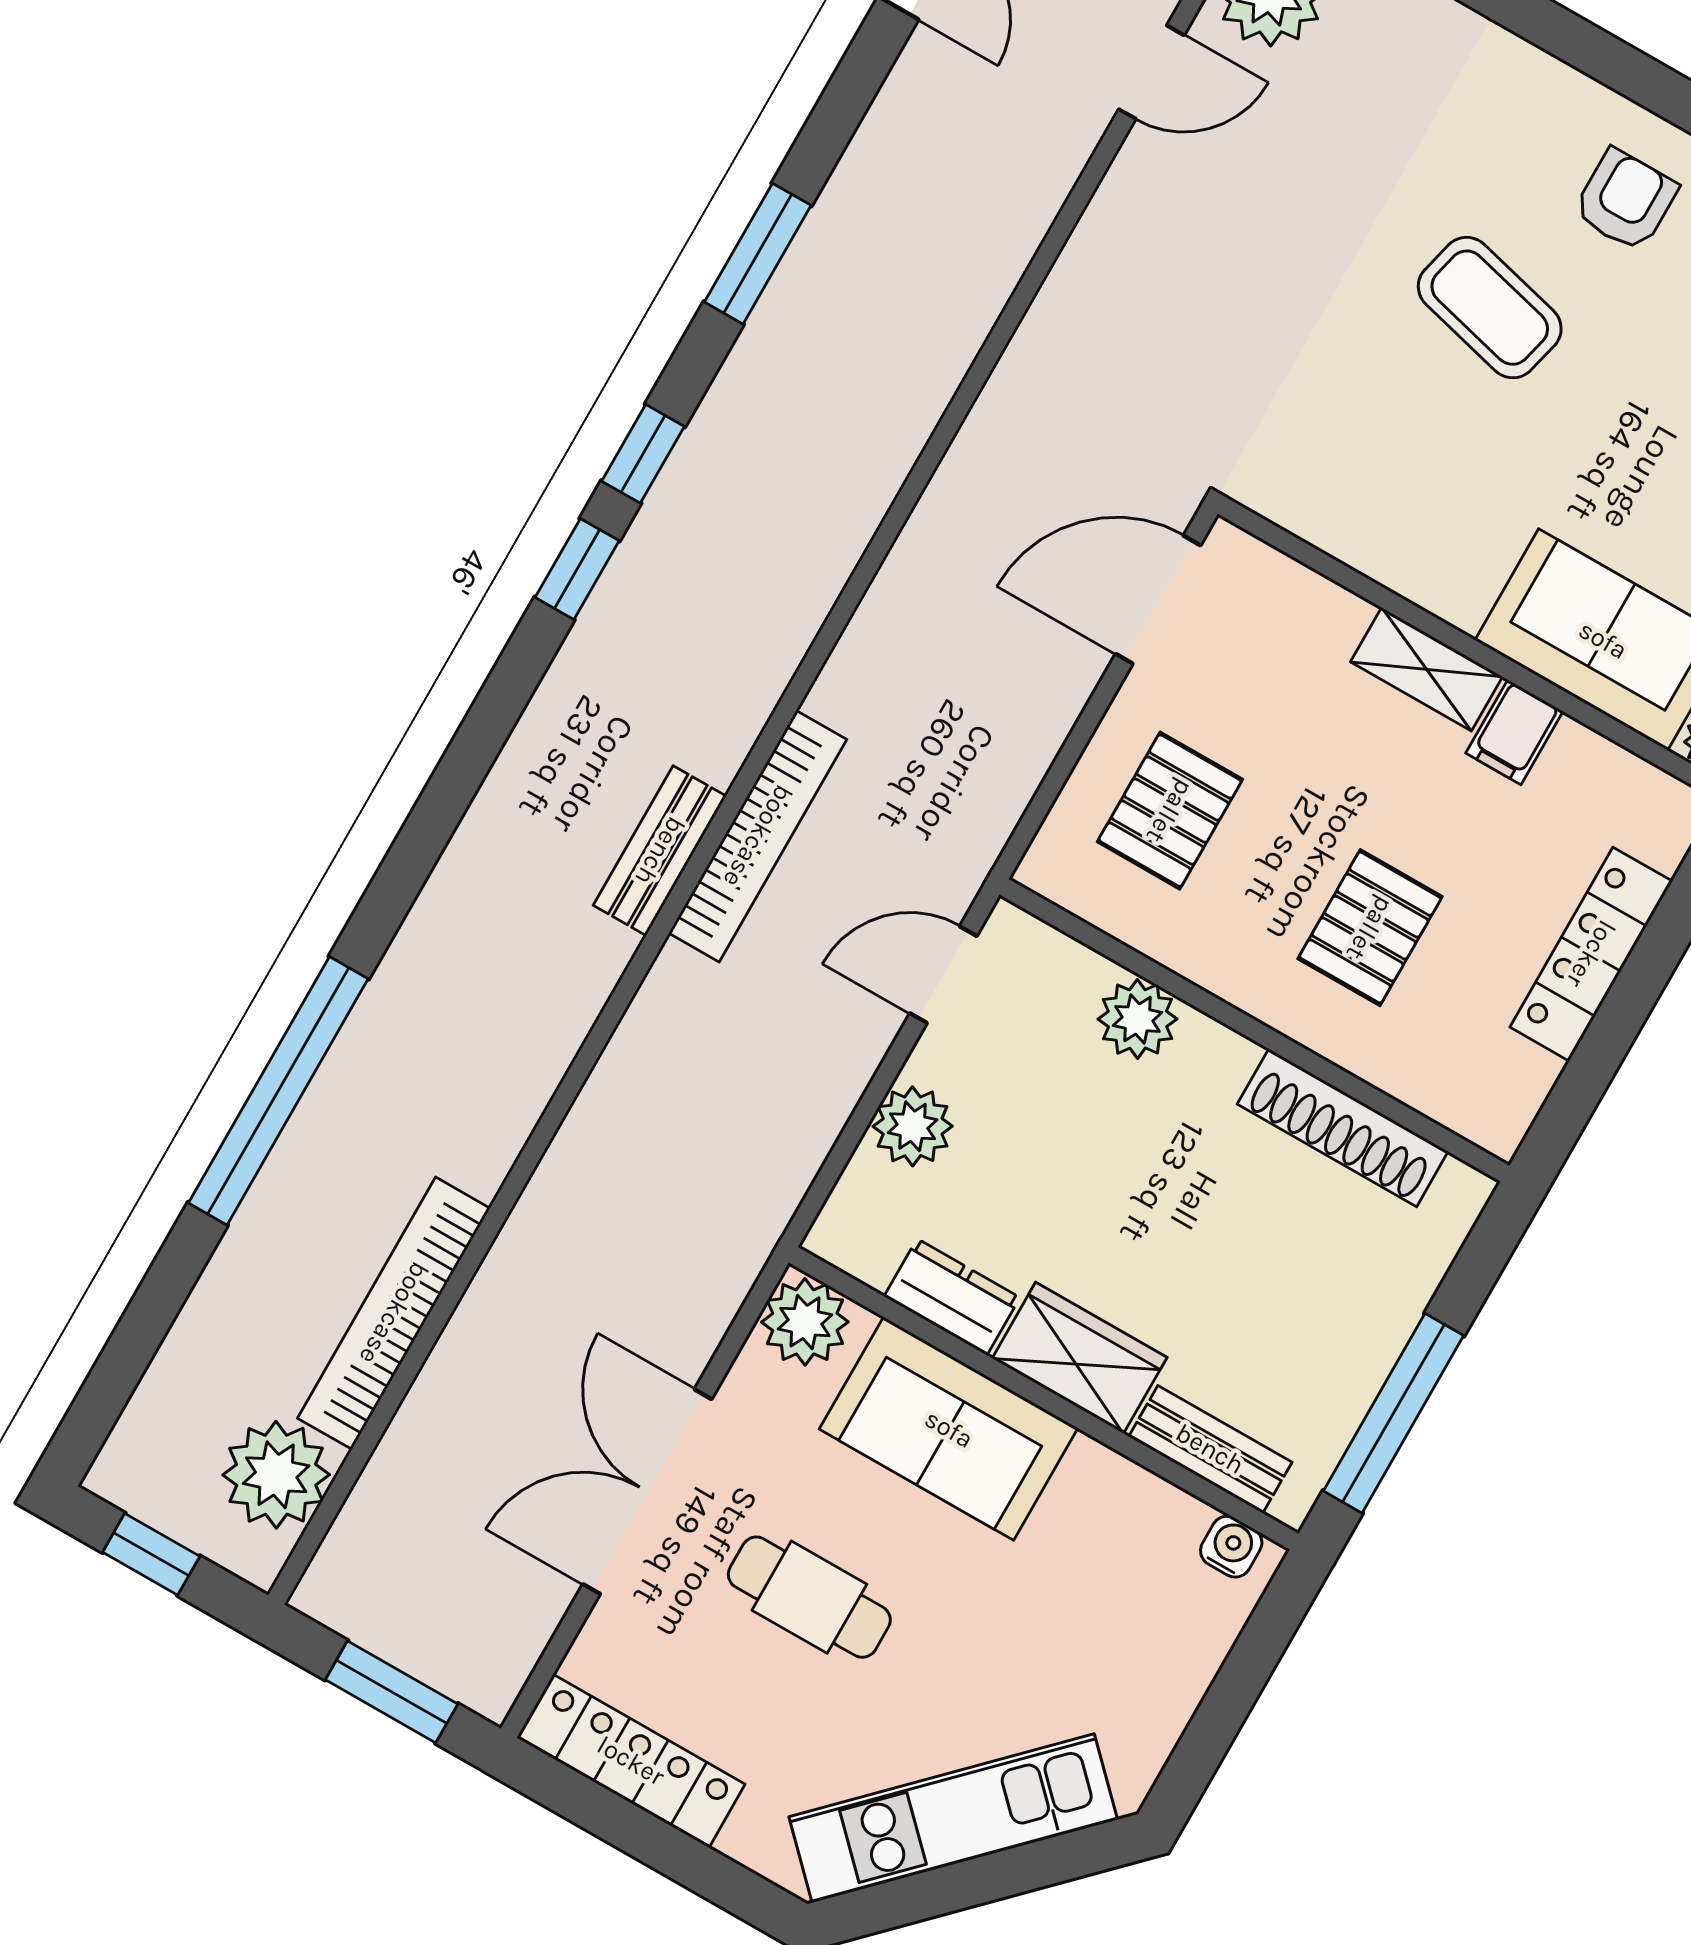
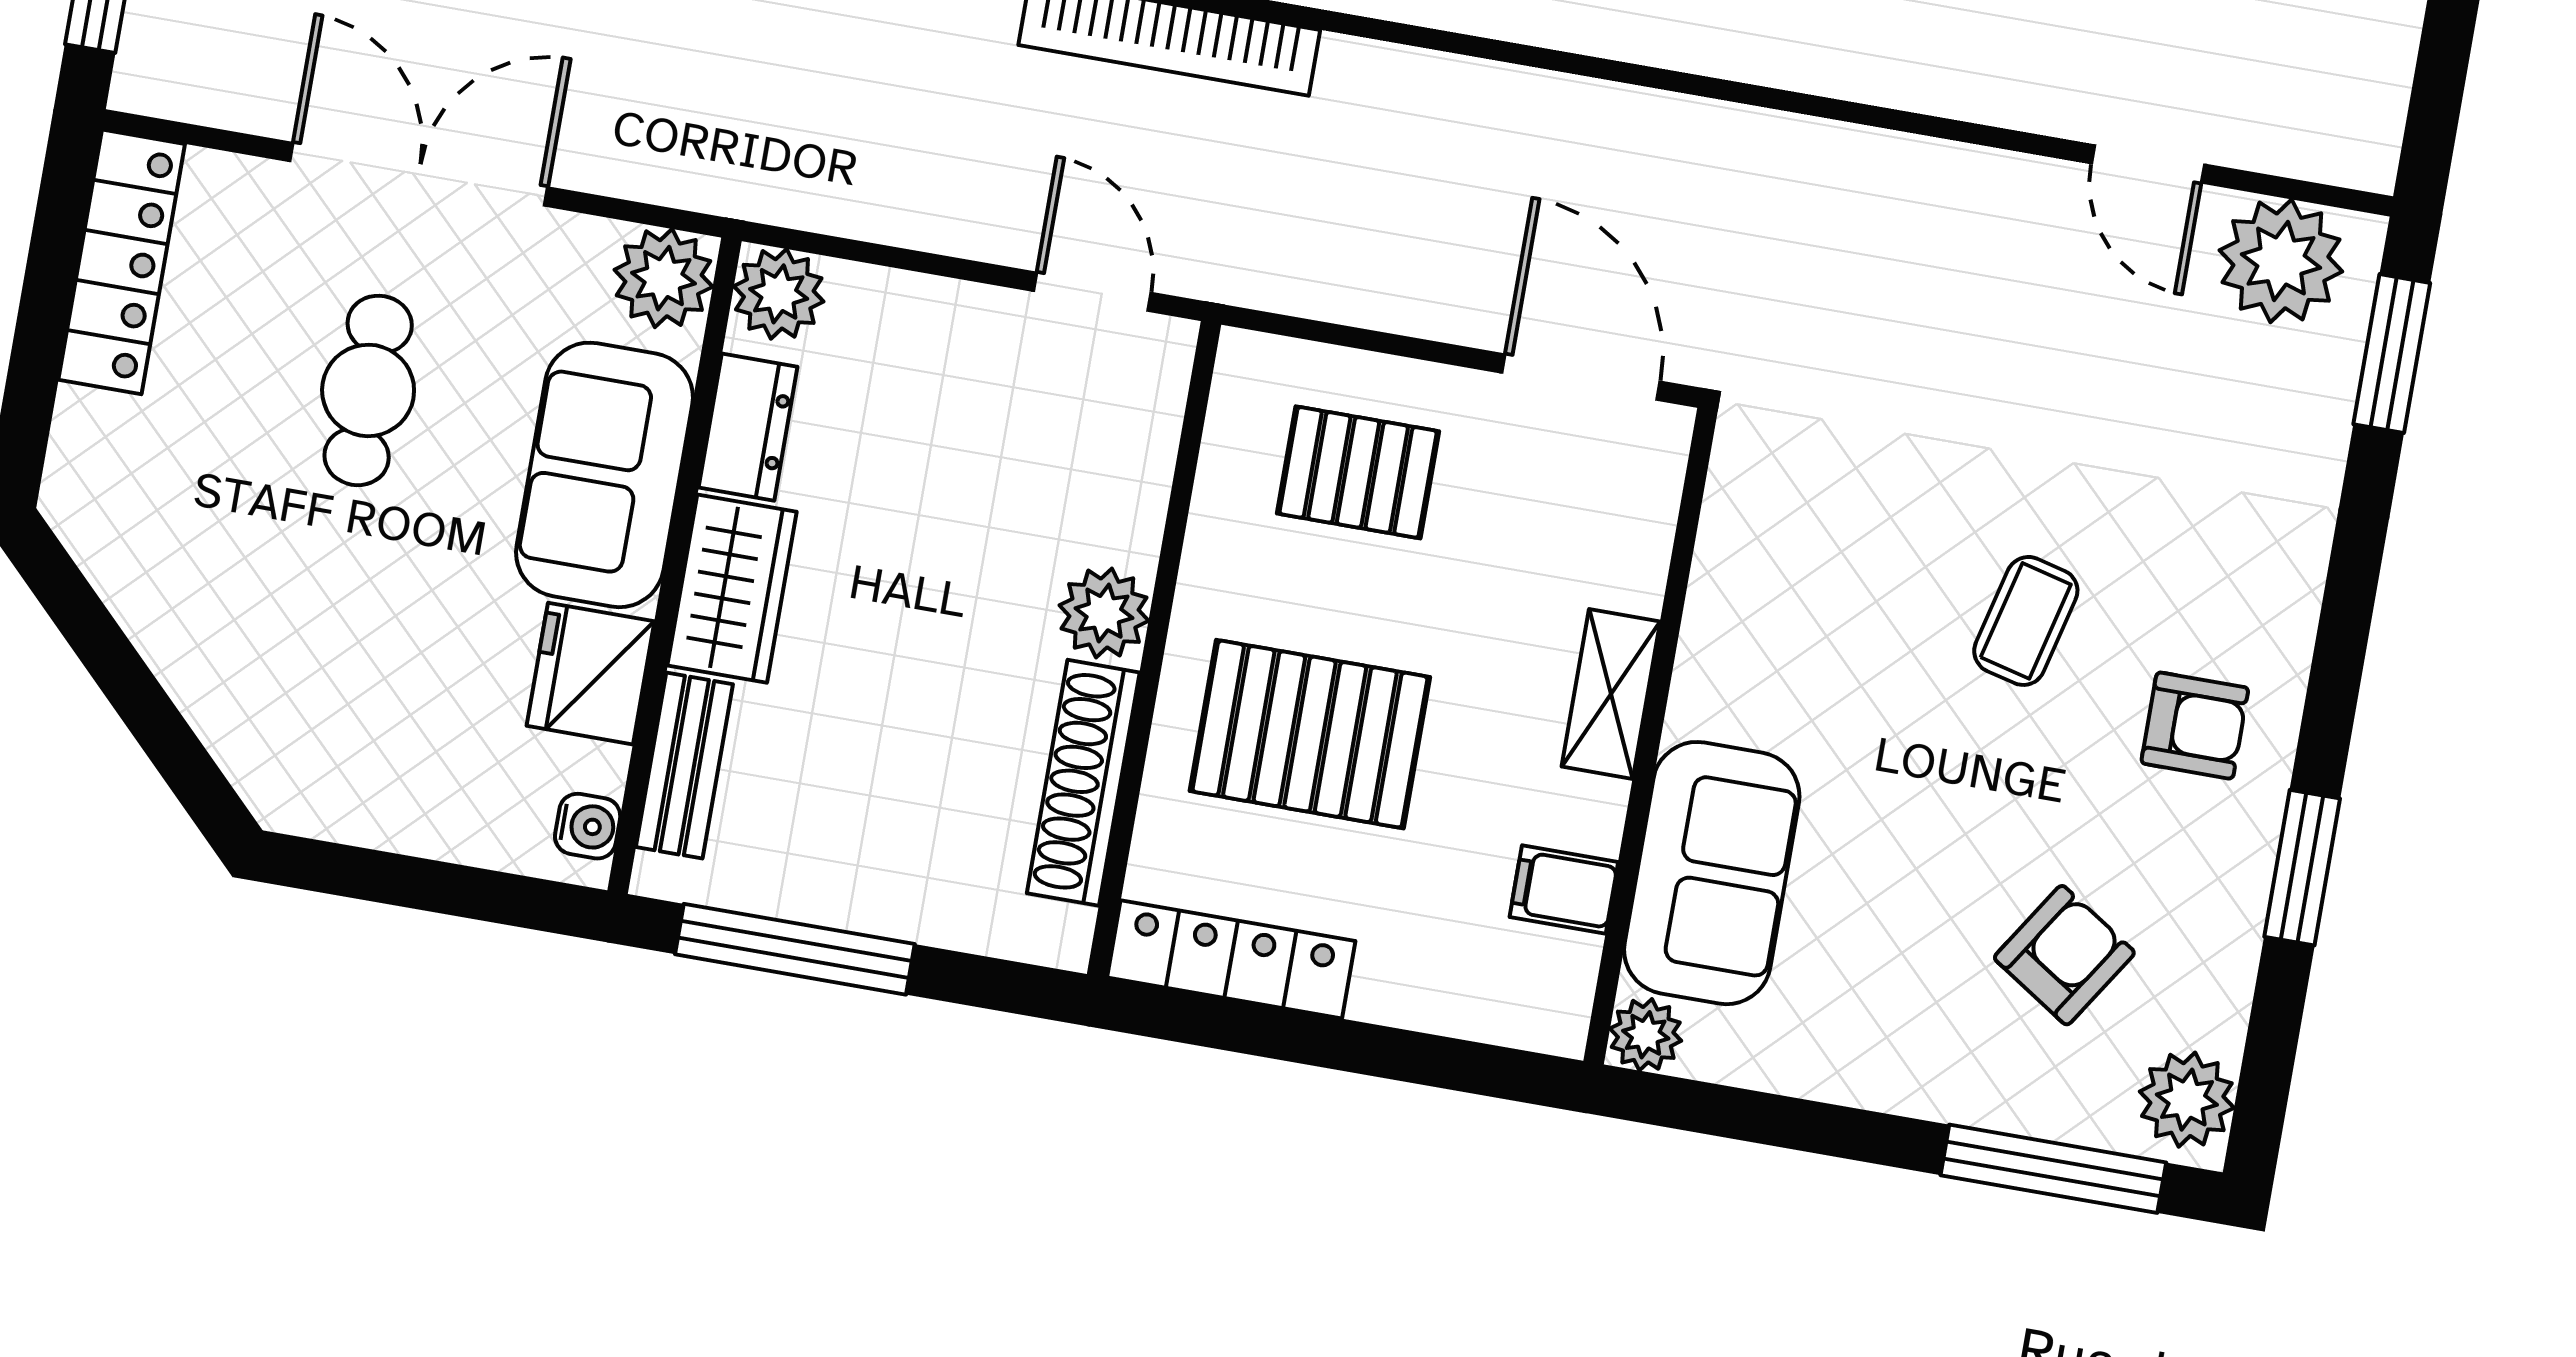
coffee table: (1490, 308) -> (2026, 621), width x0.73, depth x0.77
filing cabinet: (1514, 732) -> (1564, 889), moved
pallet: (1370, 928) -> (1310, 734), width x1.50, depth x1.42
locker: (1591, 954) -> (1231, 959), moved
plant: (1138, 1019) -> (1104, 613), moved
plant: (913, 1126) -> (779, 294), moved
fridge: (1107, 1499) -> (590, 674), added
kitchen unit: (953, 1818) -> (186, 632), removed

